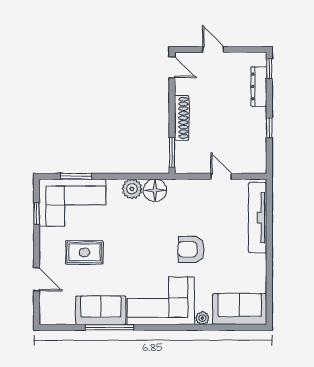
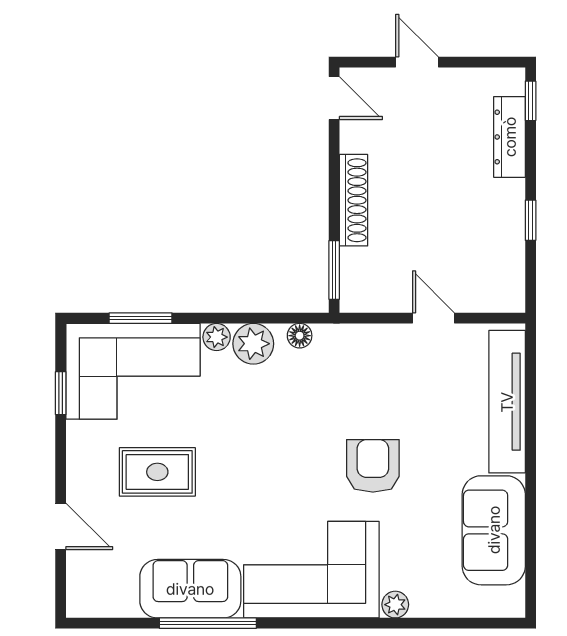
plant: (114, 186) -> (217, 337), added
floor lamp: (155, 190) -> (300, 336), width x0.53, depth x0.53
armchair: (191, 249) -> (373, 466), turned 90
sofa: (240, 309) -> (494, 530), moved, turned -90

